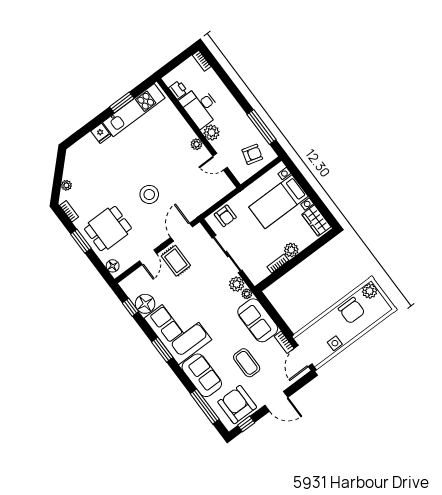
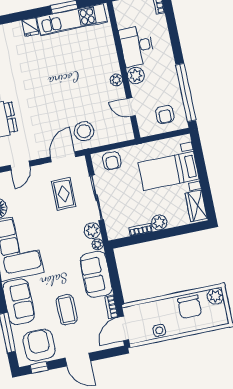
printer: (178, 90) -> (123, 20), removed
window: (262, 127) -> (186, 93), width x1.46
armchair: (252, 154) -> (165, 114), turned 74
stool: (149, 194) -> (84, 131), moved
rug: (176, 261) -> (64, 194), moved

